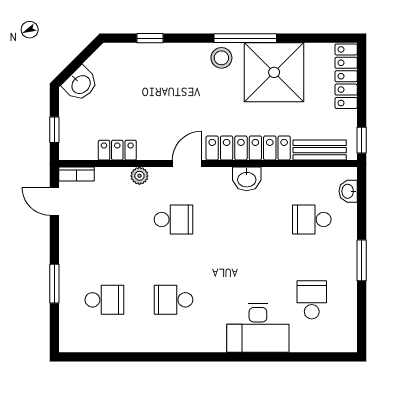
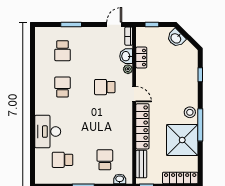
washbasin: (247, 179) -> (126, 56), moved
school desk: (173, 219) -> (105, 87), turned 90
school desk: (312, 300) -> (63, 160), turned 180

